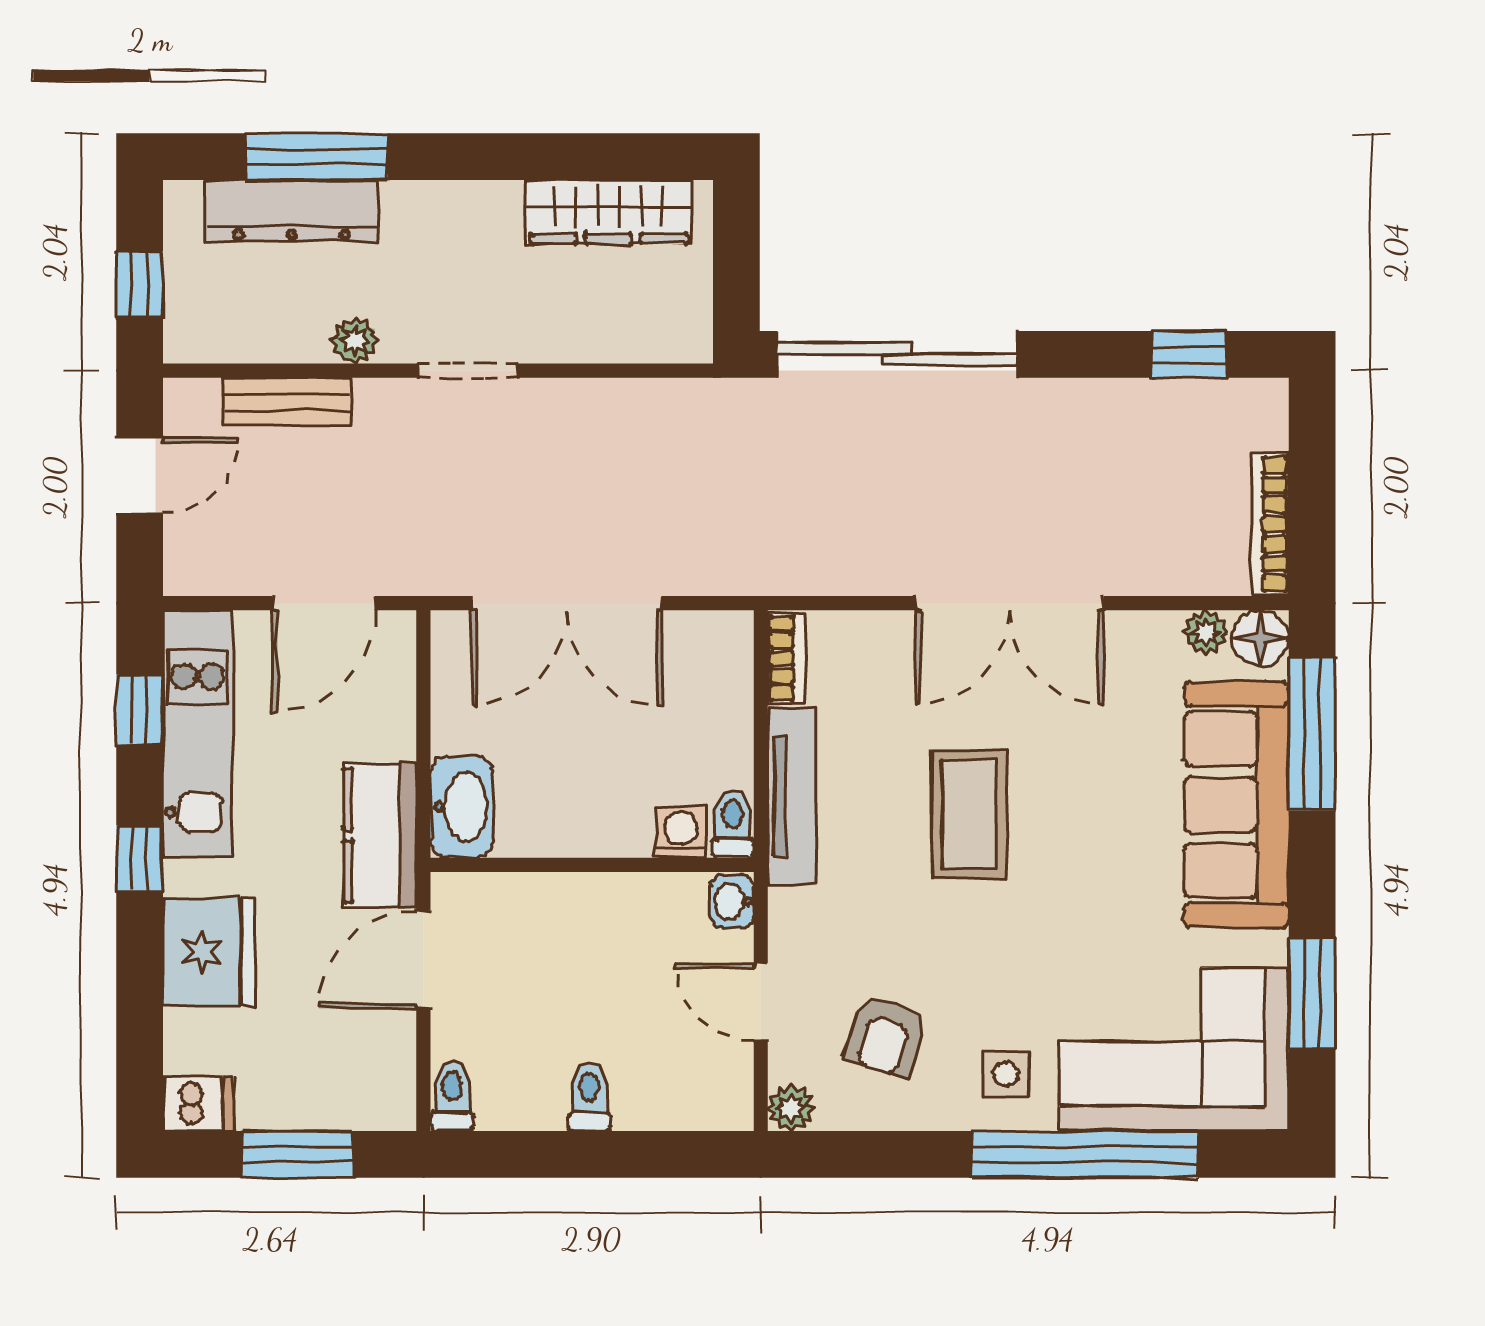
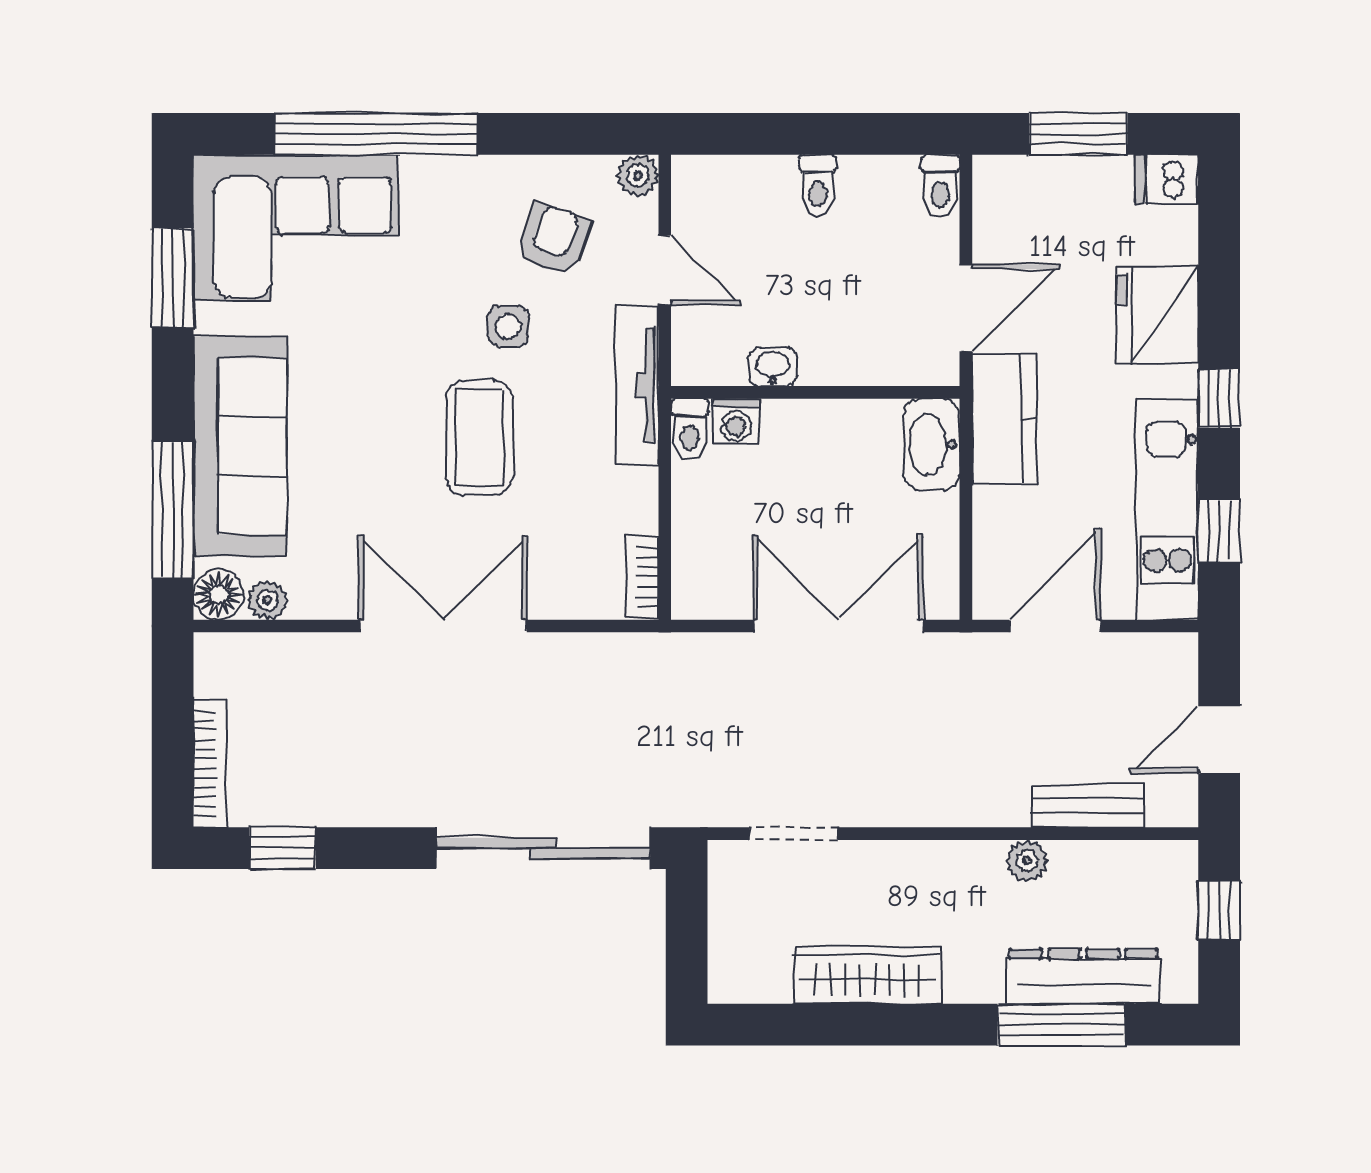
wardrobe: (608, 212) -> (868, 975), moved
doorway: (468, 371) -> (794, 834), moved
bookcase: (1270, 524) -> (210, 763), moved
tv unit: (792, 797) -> (637, 385), moved
washbasin: (732, 901) -> (773, 367), moved, turned -90
side table: (1006, 1074) -> (508, 326), moved

